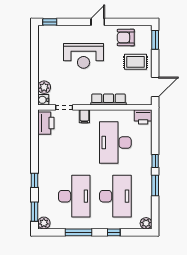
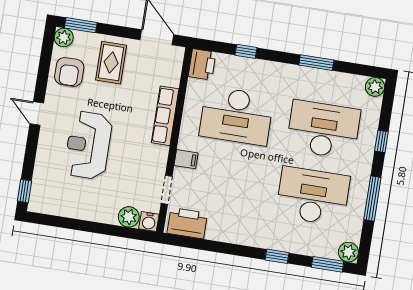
plant: (146, 31) -> (64, 37), added
reception desk: (84, 56) -> (88, 145), turned 180
window: (155, 161) -> (246, 51), moved

